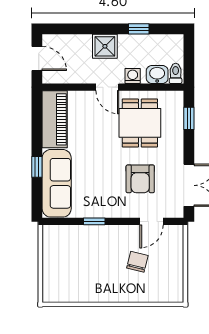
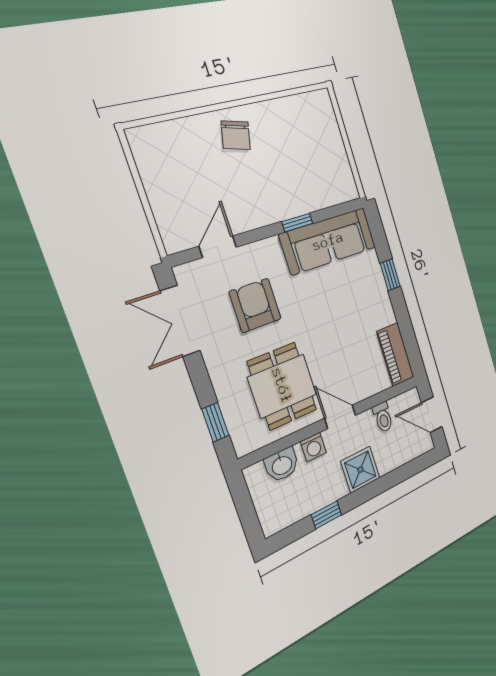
toilet: (176, 73) -> (383, 417), moved
piano: (55, 119) -> (395, 354), width x0.73, depth x0.75
sofa: (57, 183) -> (328, 241), moved, turned -90
chair: (137, 262) -> (236, 135), moved

